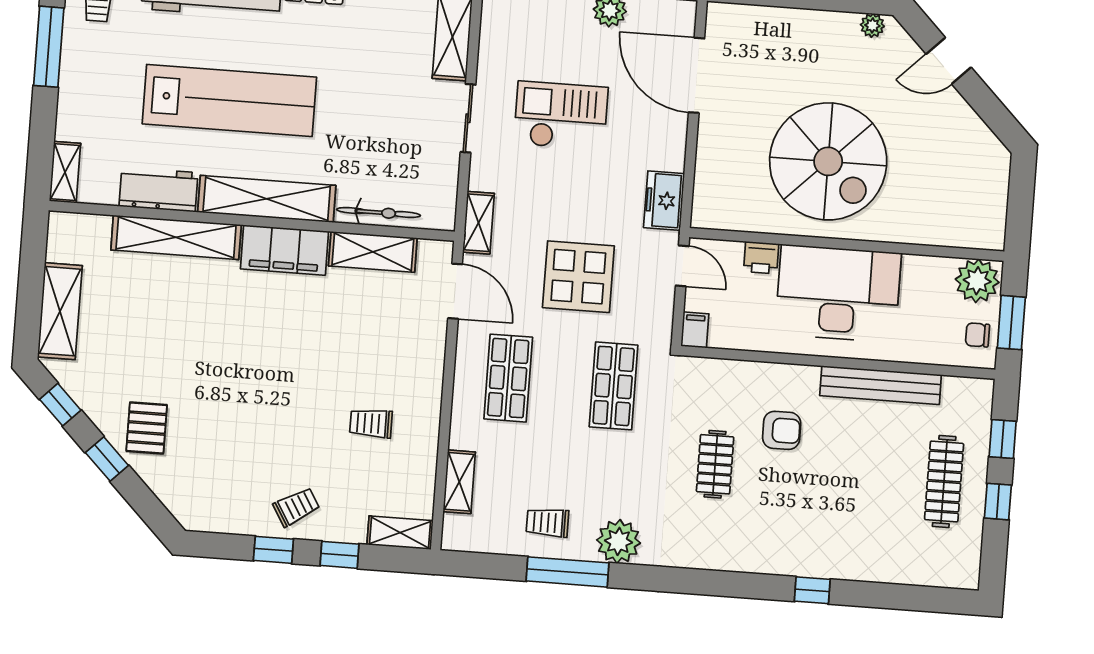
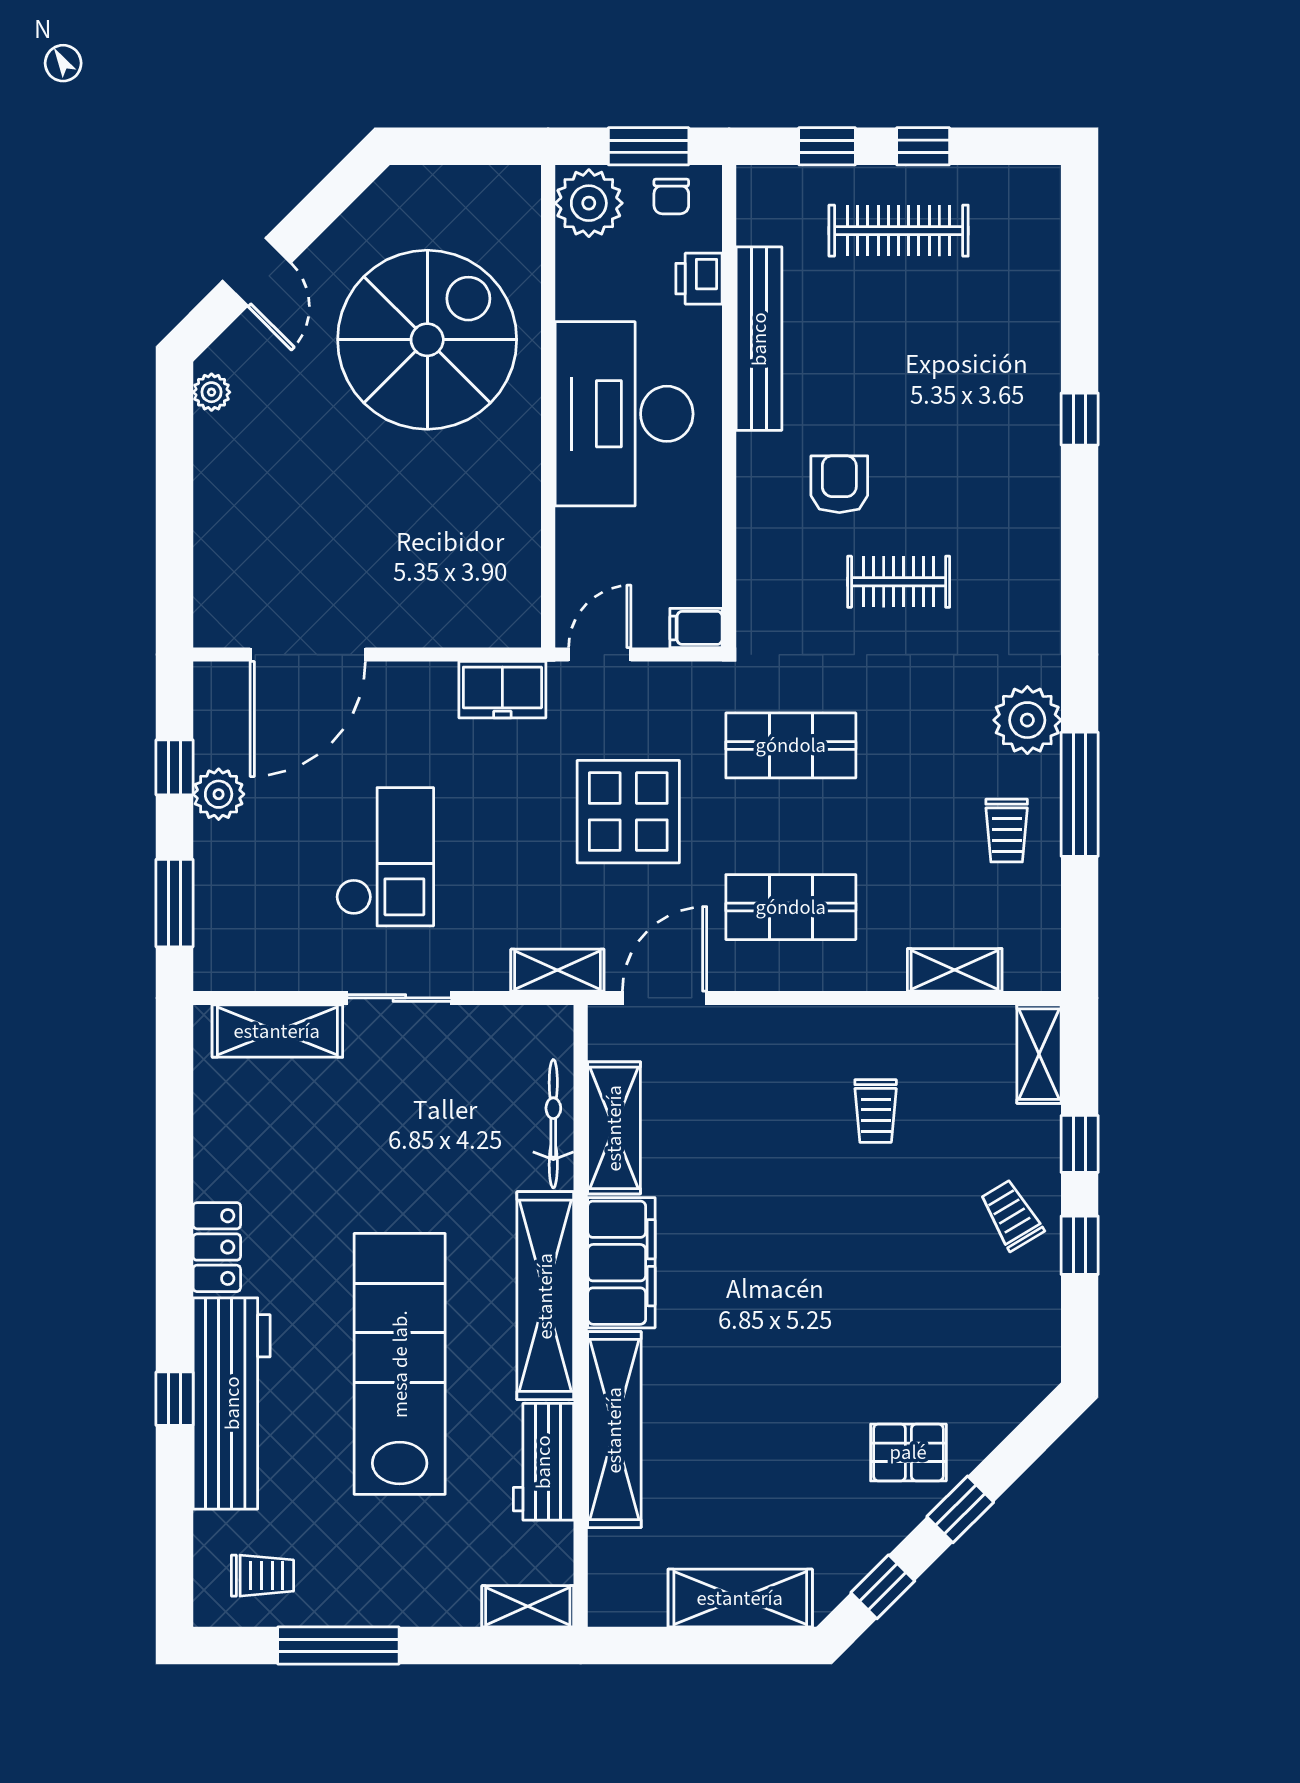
checkout: (561, 116) -> (385, 857), turned 180
spiral stairs: (828, 161) -> (427, 340), moved
printer: (761, 258) -> (699, 279), moved, turned 180

